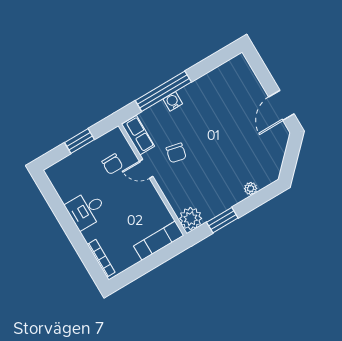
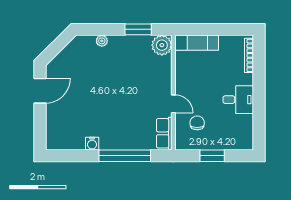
water cooler: (173, 101) -> (92, 144), moved
chair: (176, 153) -> (143, 102), removed

